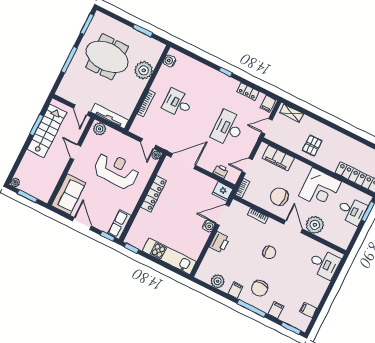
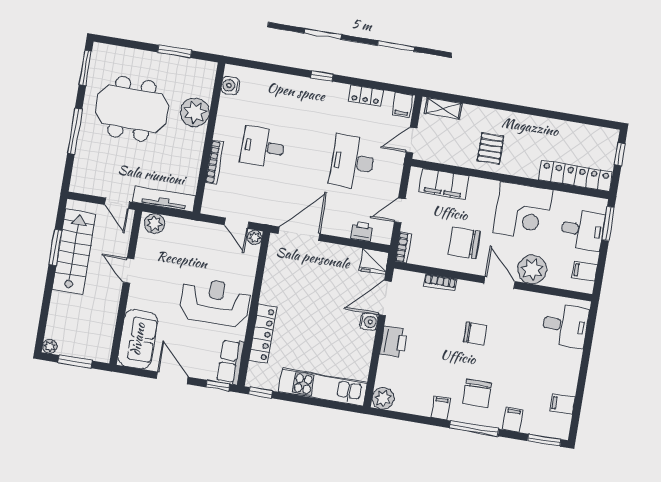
reception desk: (116, 170) -> (215, 302), moved
locker: (154, 194) -> (263, 334), moved
filing cabinet: (346, 235) -> (585, 271), added
plant: (218, 281) -> (383, 398), moved

